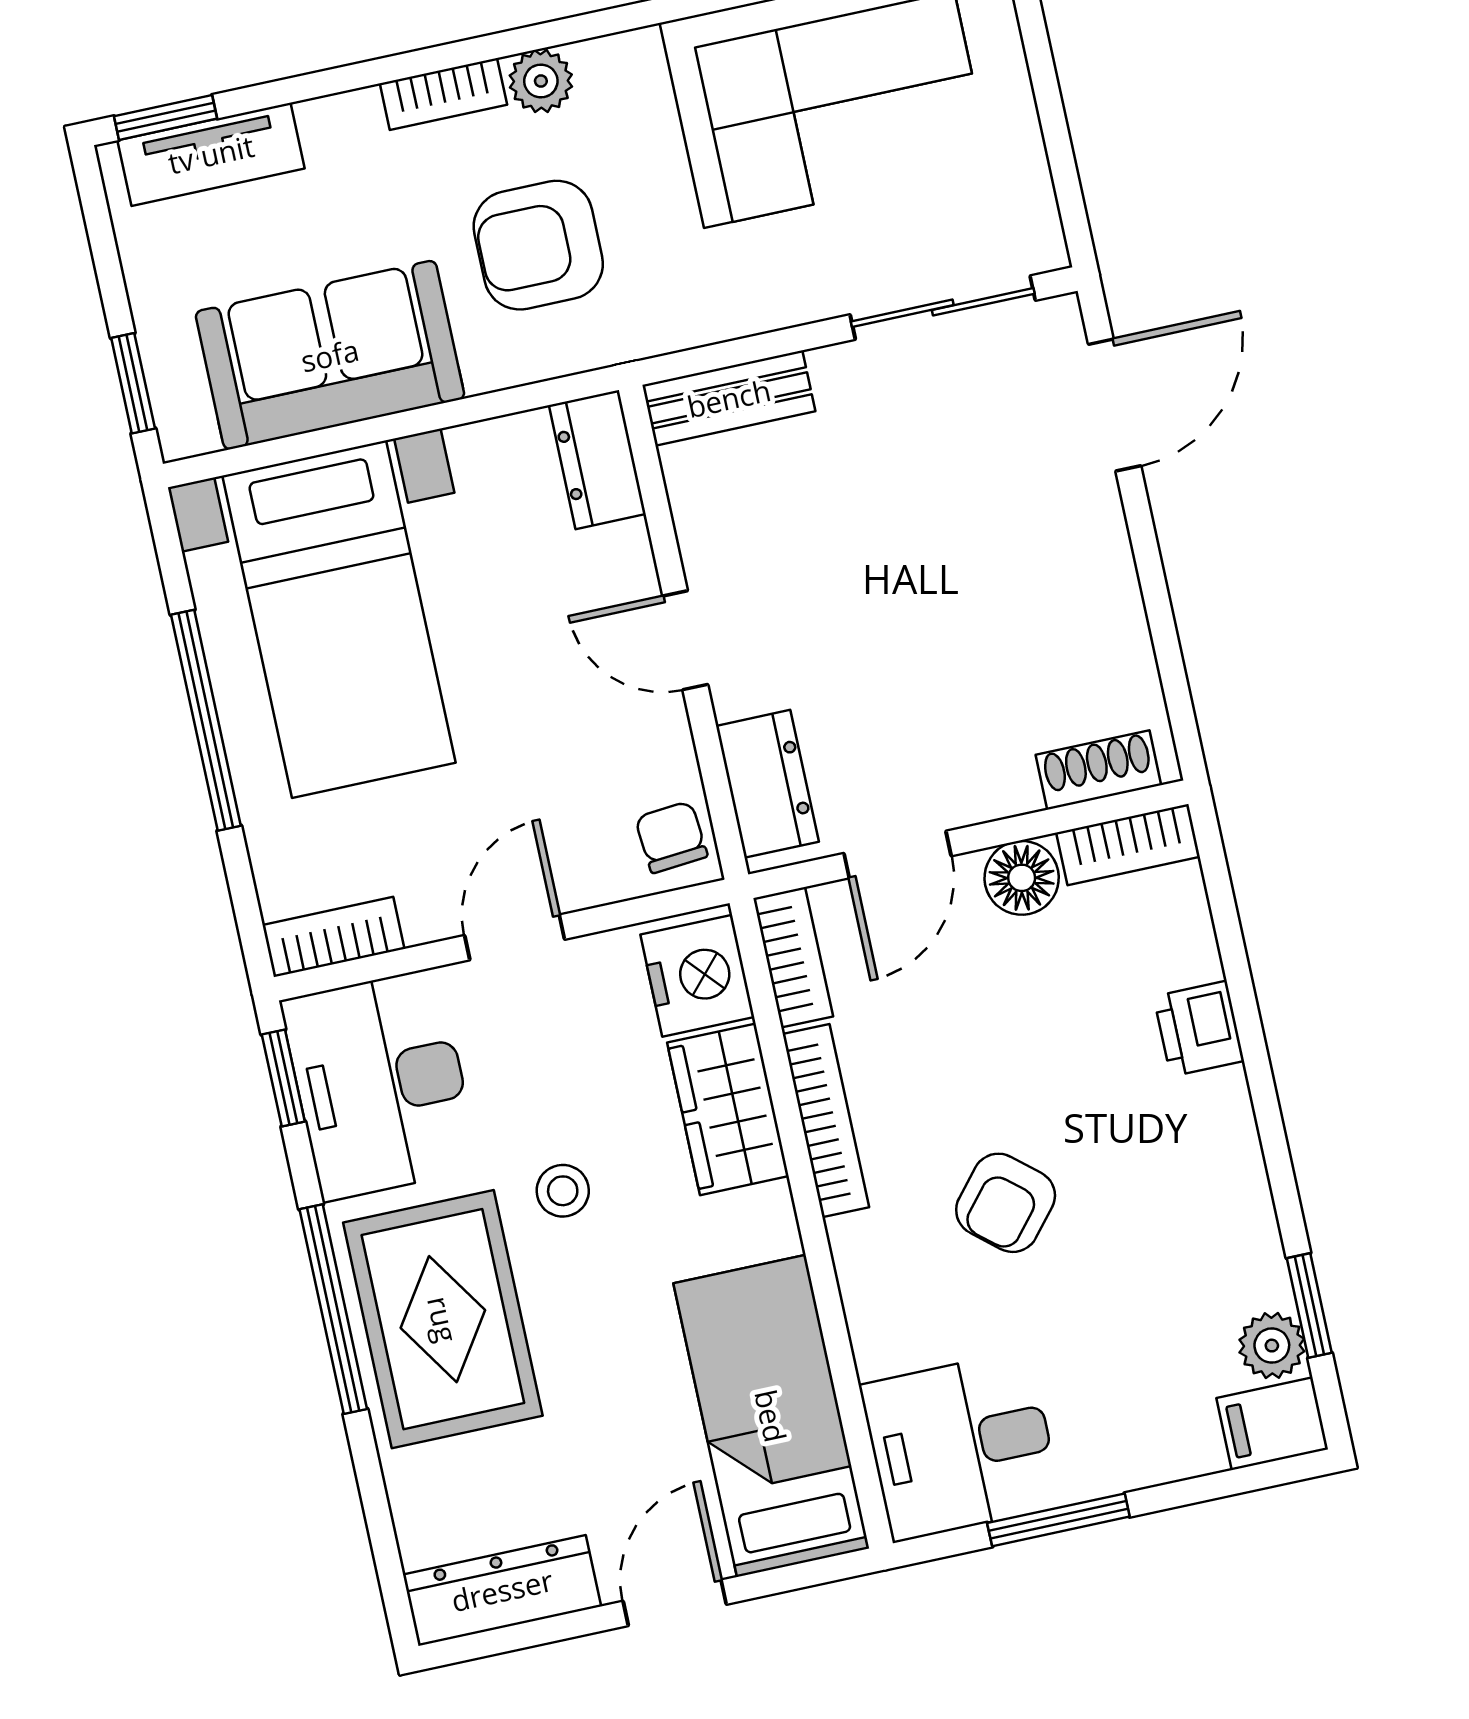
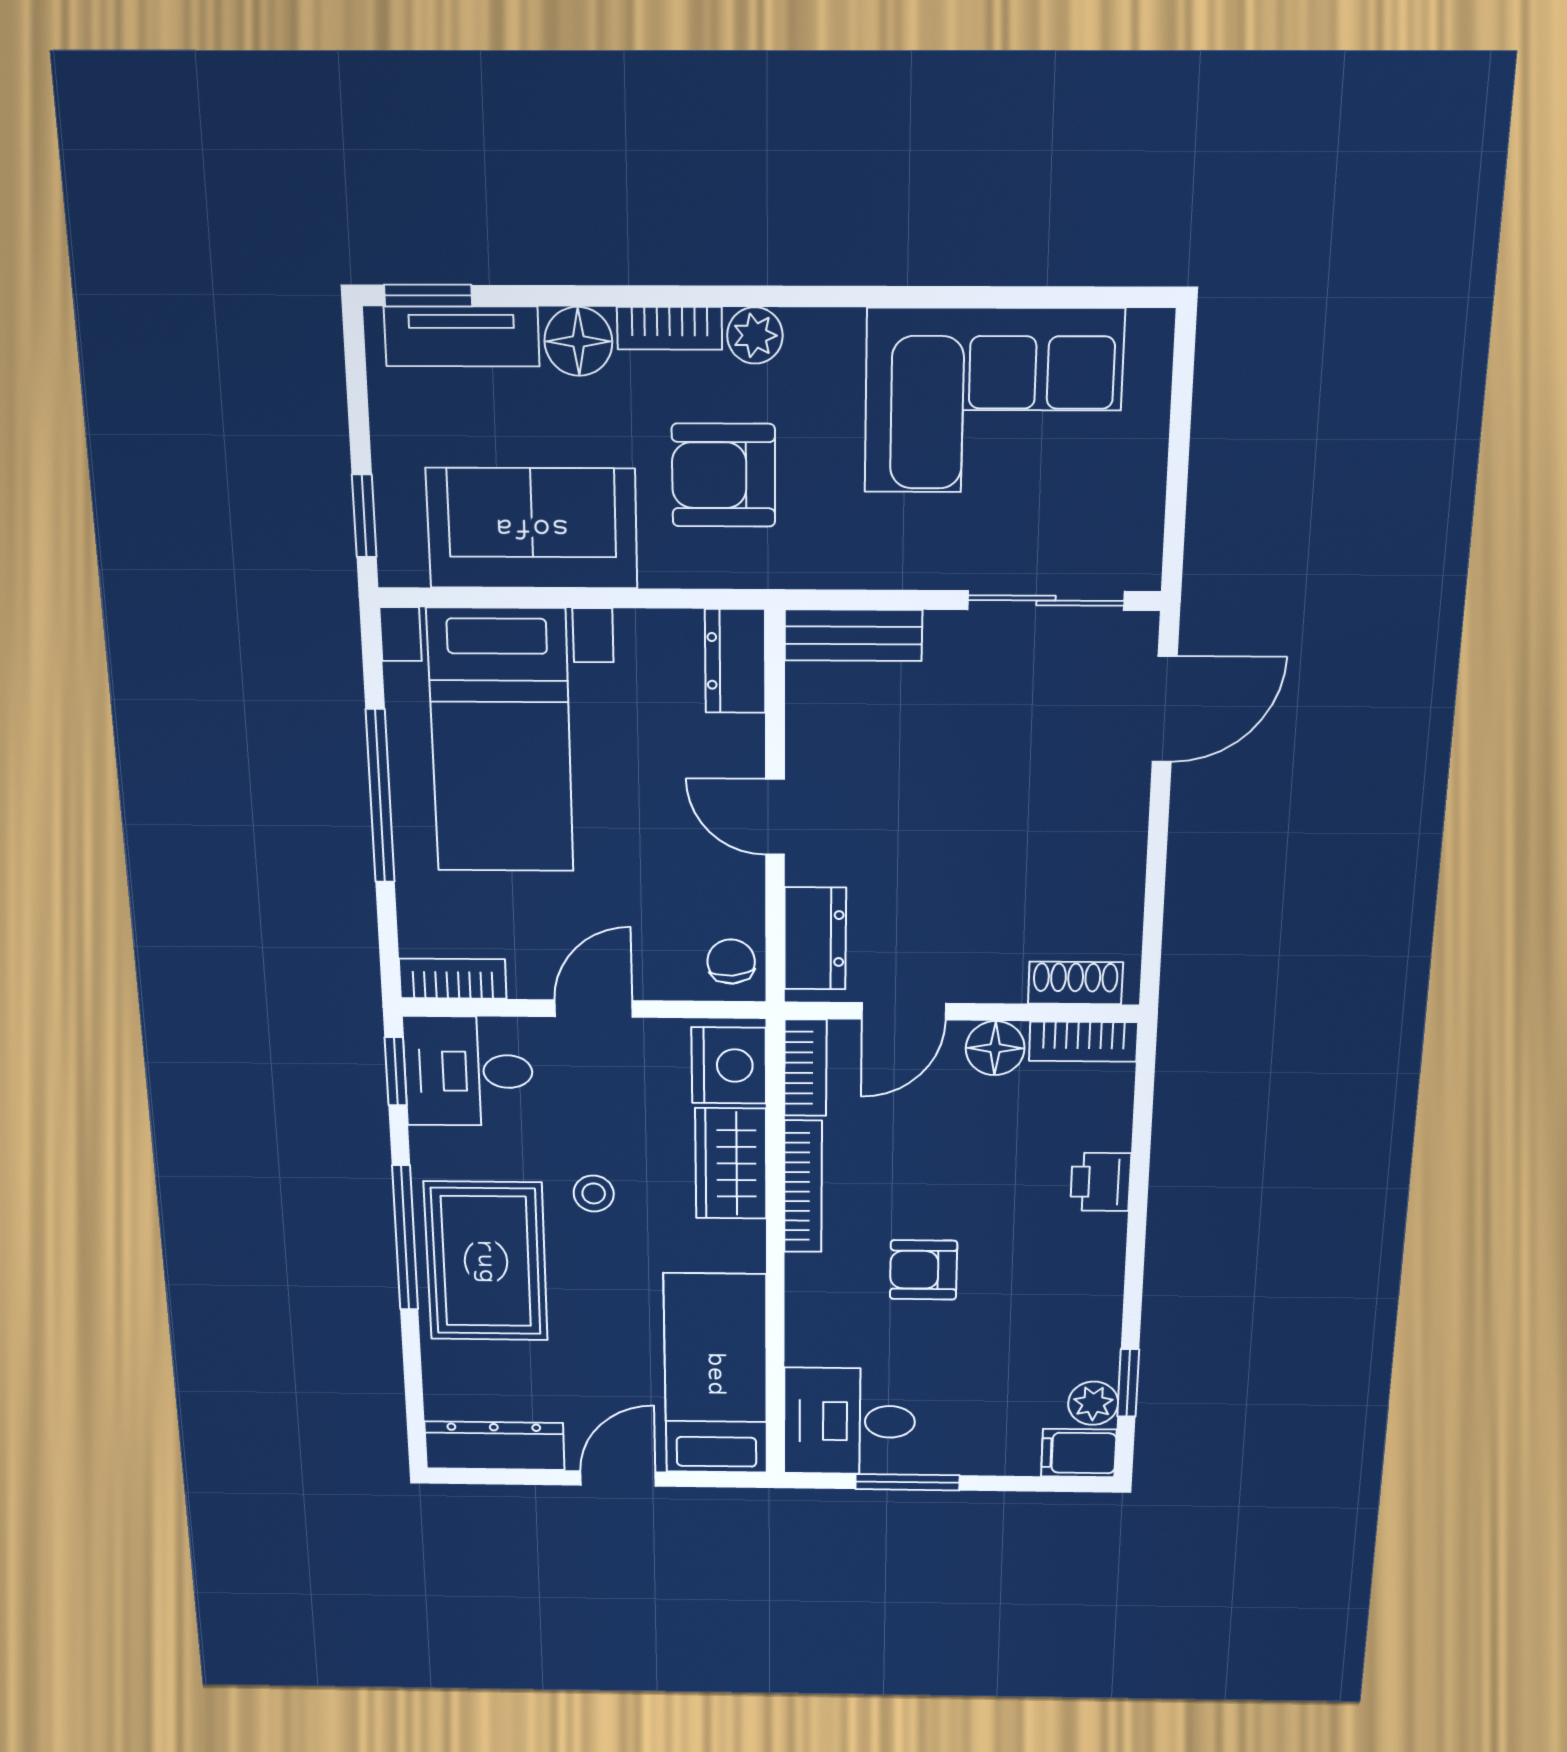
floor lamp: (344, 131) -> (578, 341), added
desk: (380, 1085) -> (468, 1071), width x0.73
armchair: (1006, 1203) -> (924, 1270), turned 50

